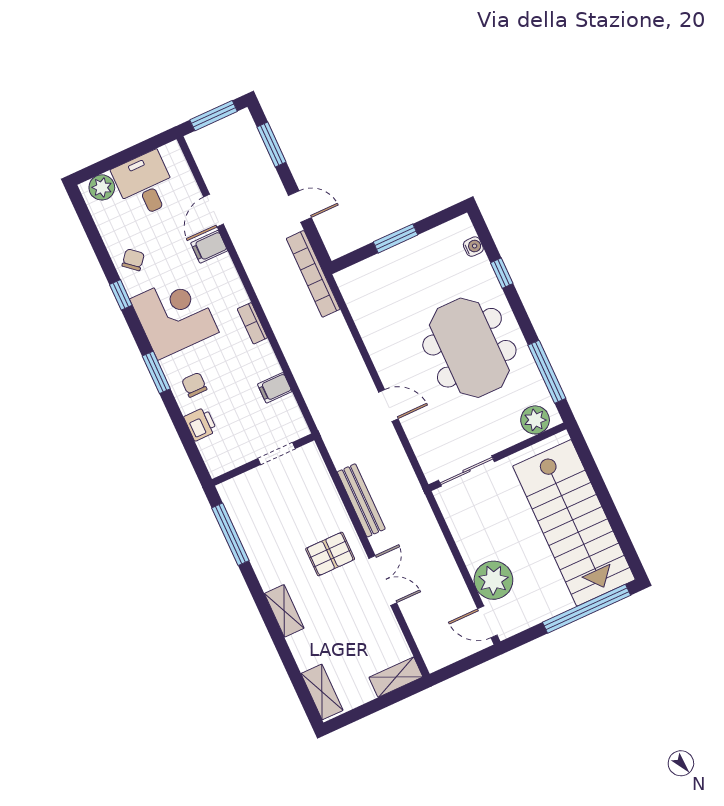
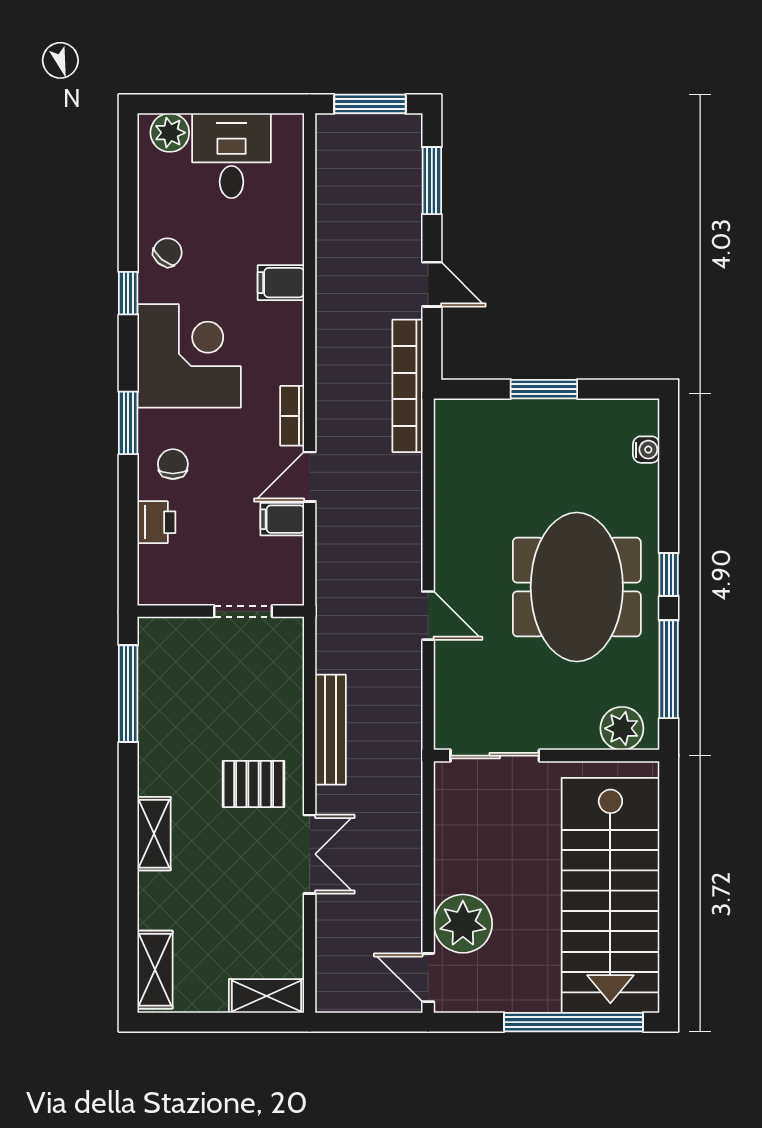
door: (213, 211) -> (310, 477), moved
window: (502, 273) -> (669, 575), moved

